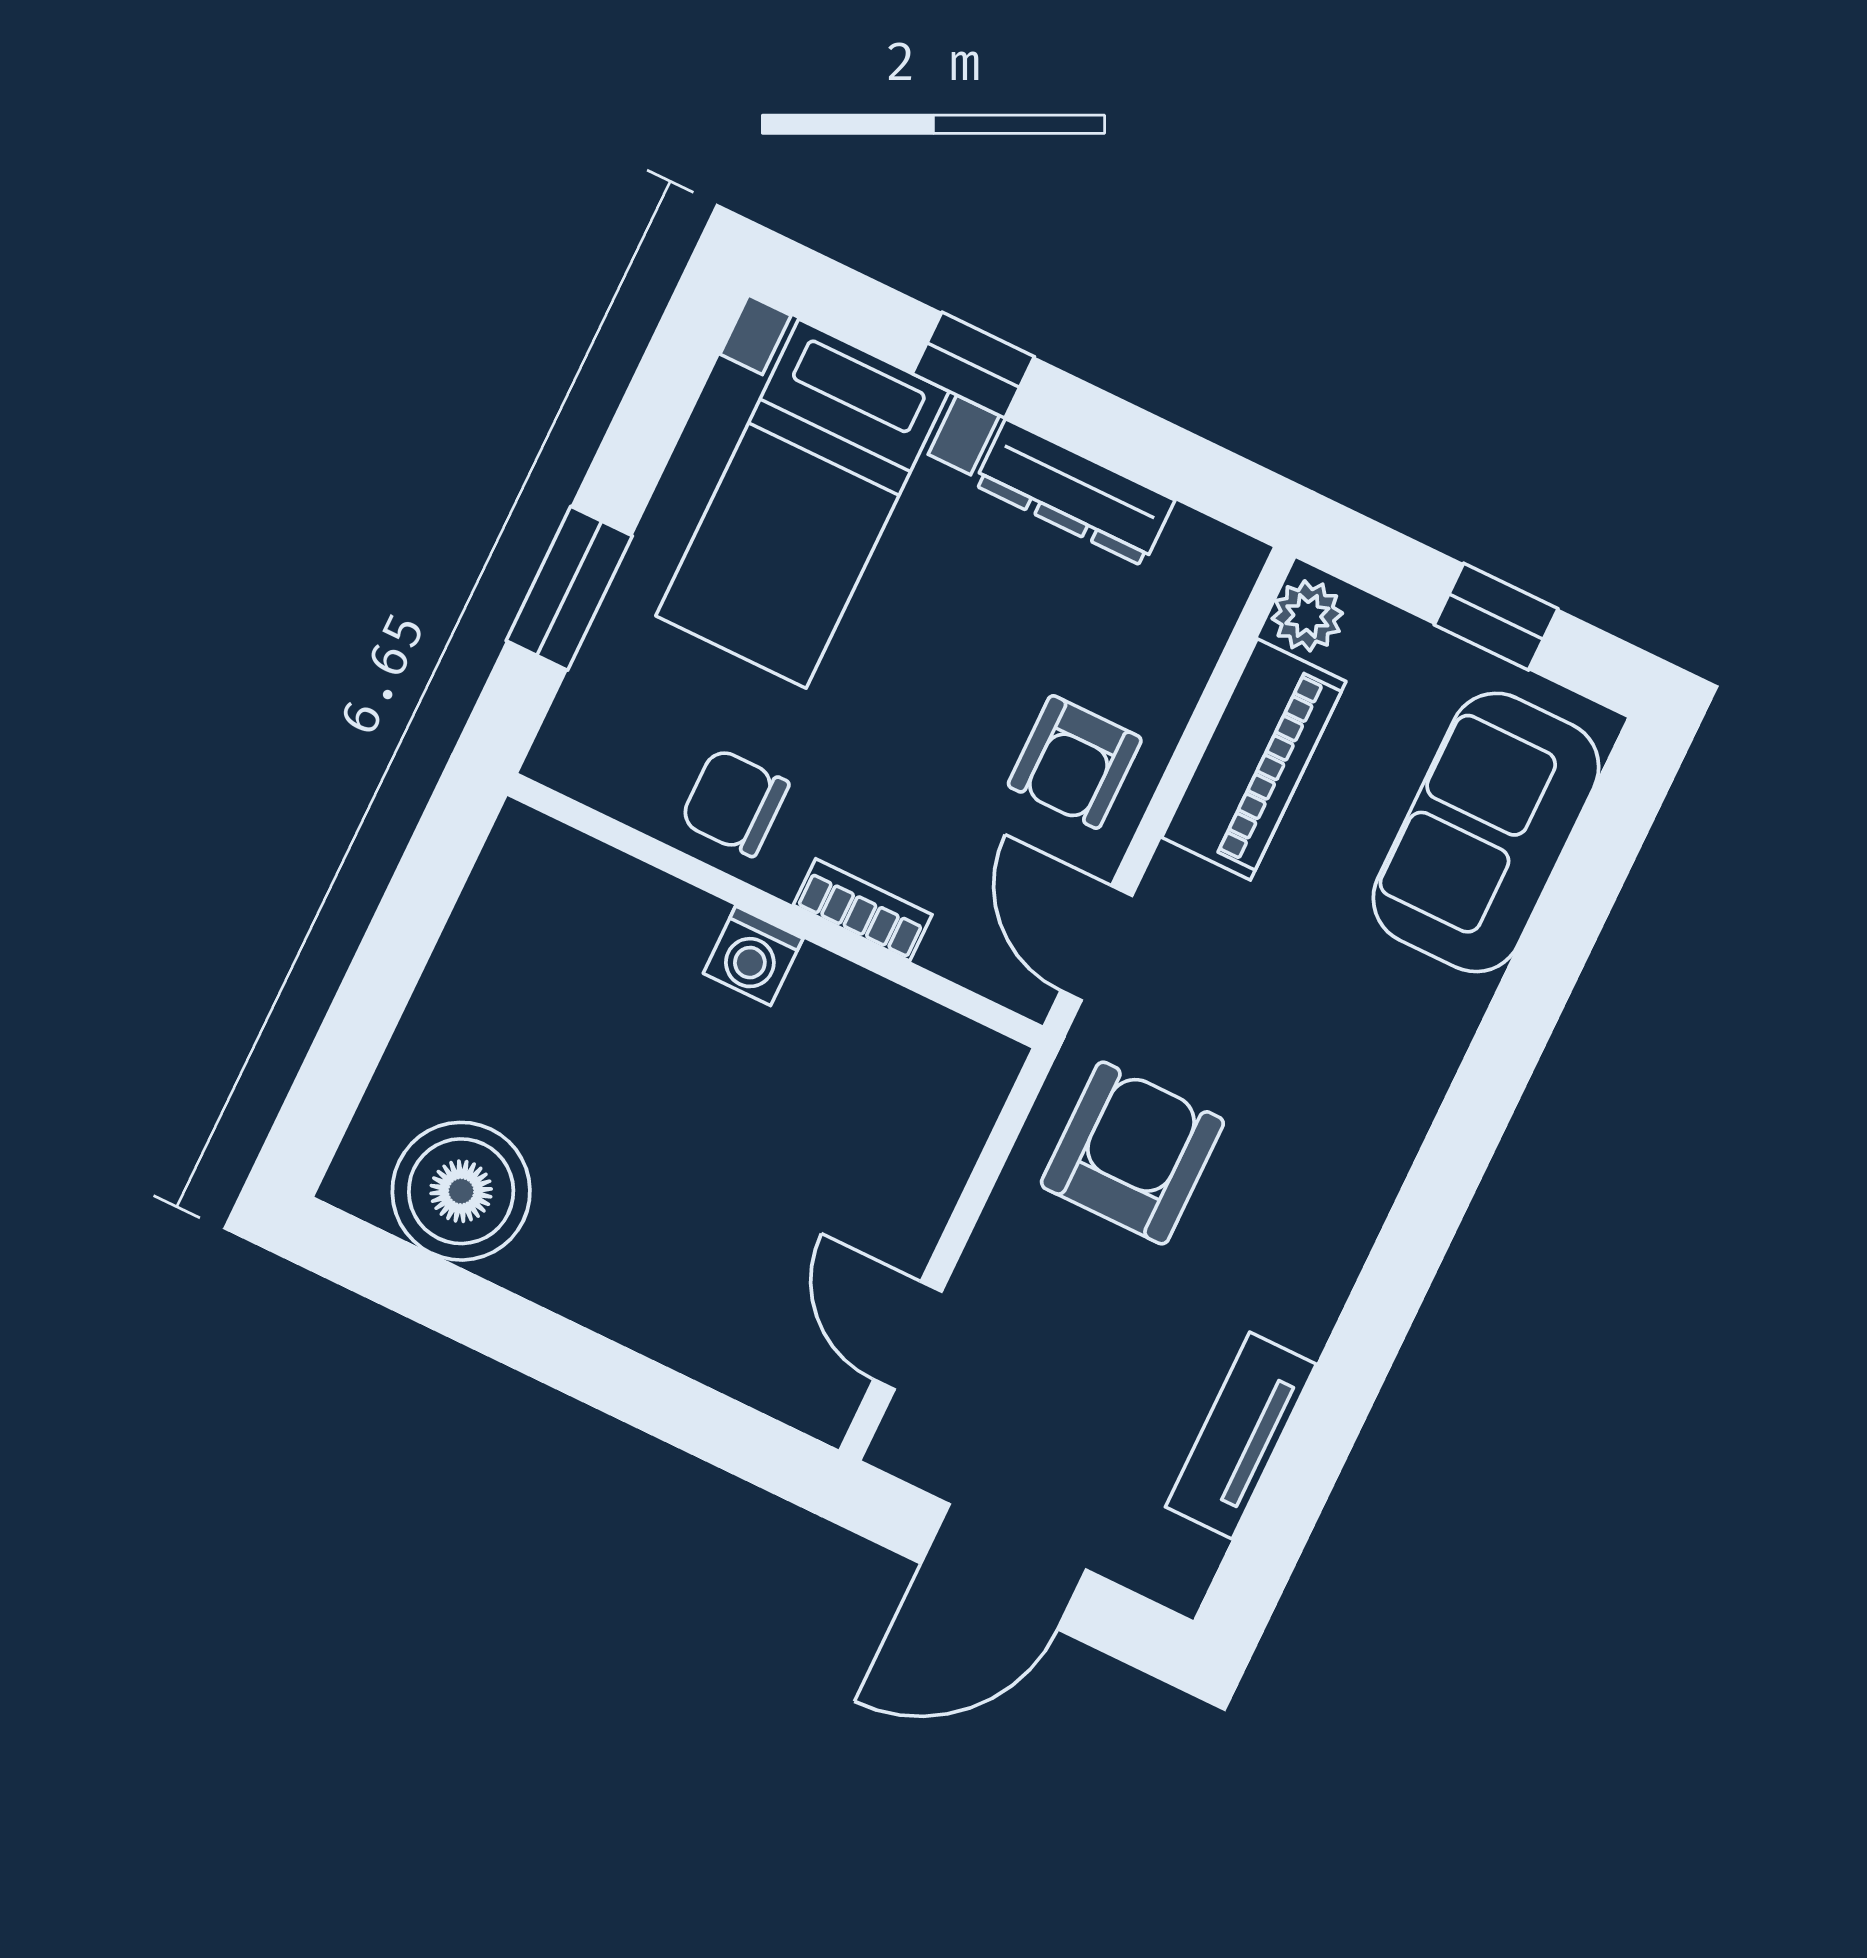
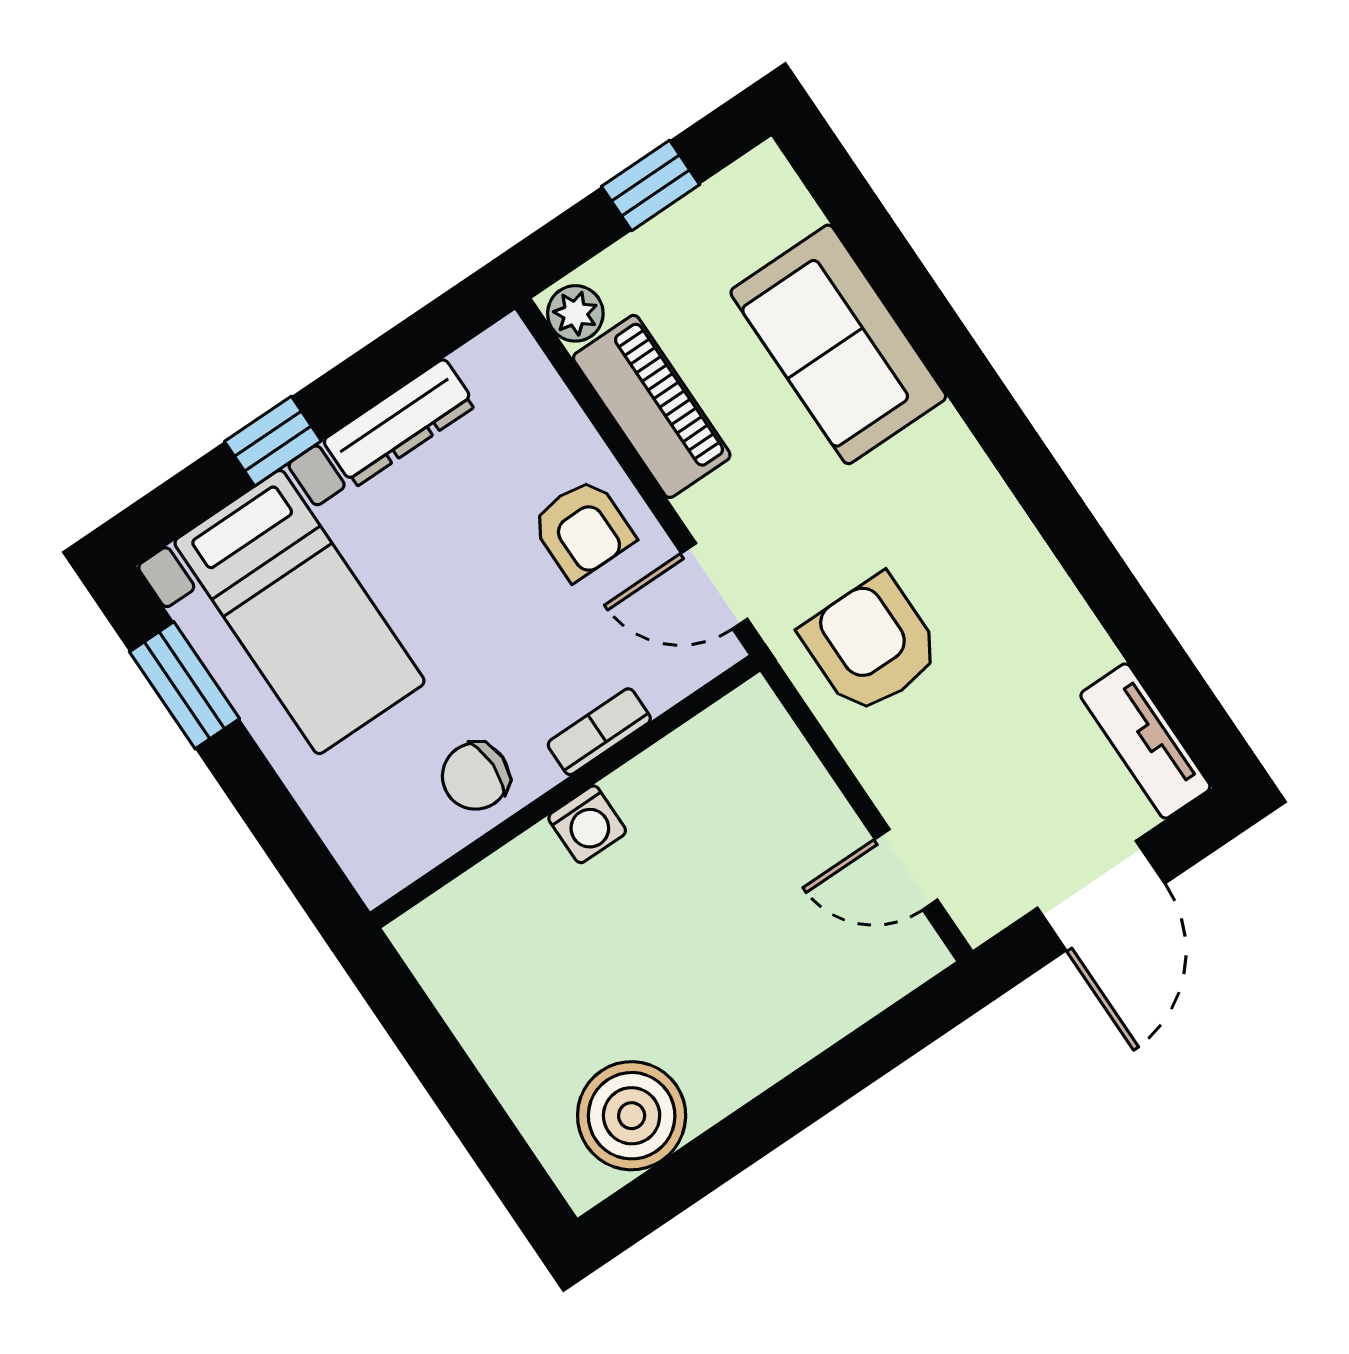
window: (569, 588) -> (184, 685), moved
sofa: (1486, 832) -> (838, 344), moved
tv unit: (1241, 1435) -> (1145, 741), moved

